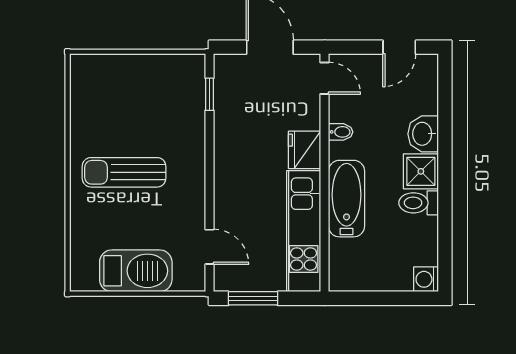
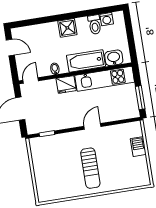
washbasin: (423, 134) -> (114, 58), moved, turned 180
toilet: (419, 203) -> (95, 25), moved
door: (209, 247) -> (92, 126), moved
barbecue: (136, 271) -> (138, 147), width x0.53, depth x0.65
washing machine: (426, 279) -> (107, 19), moved

